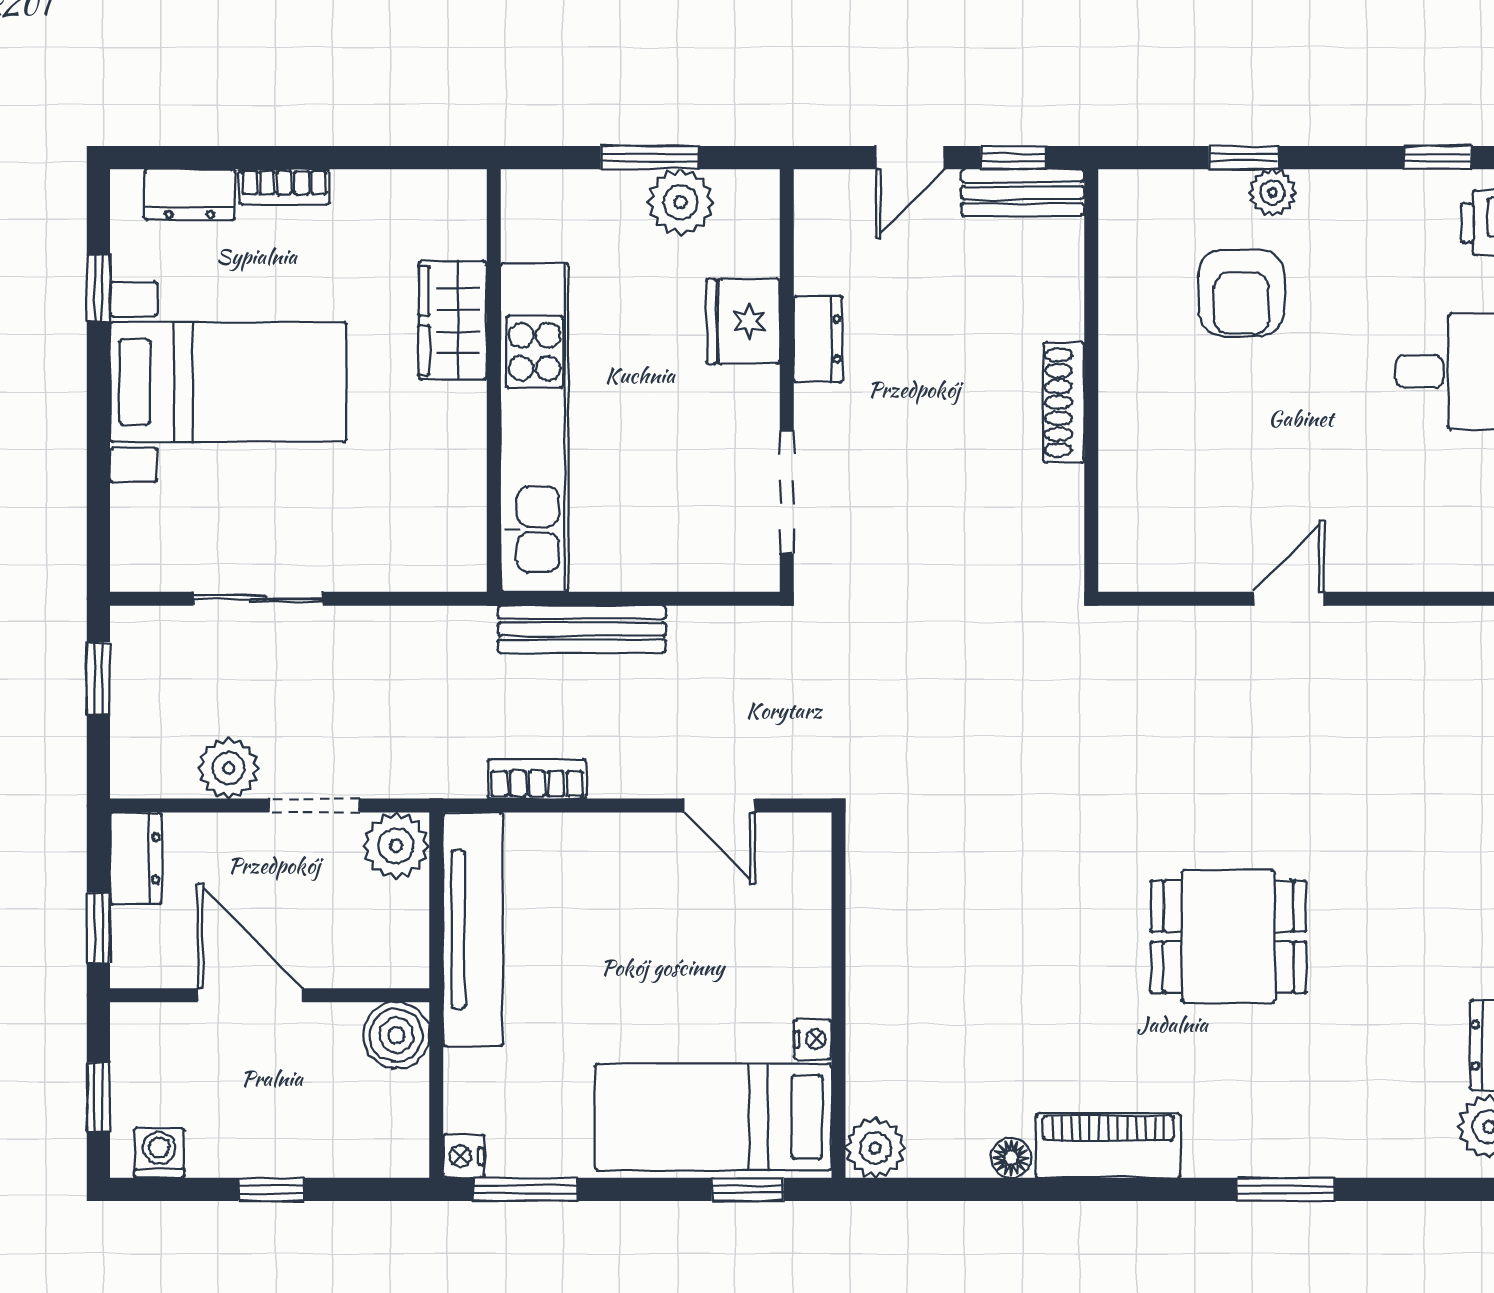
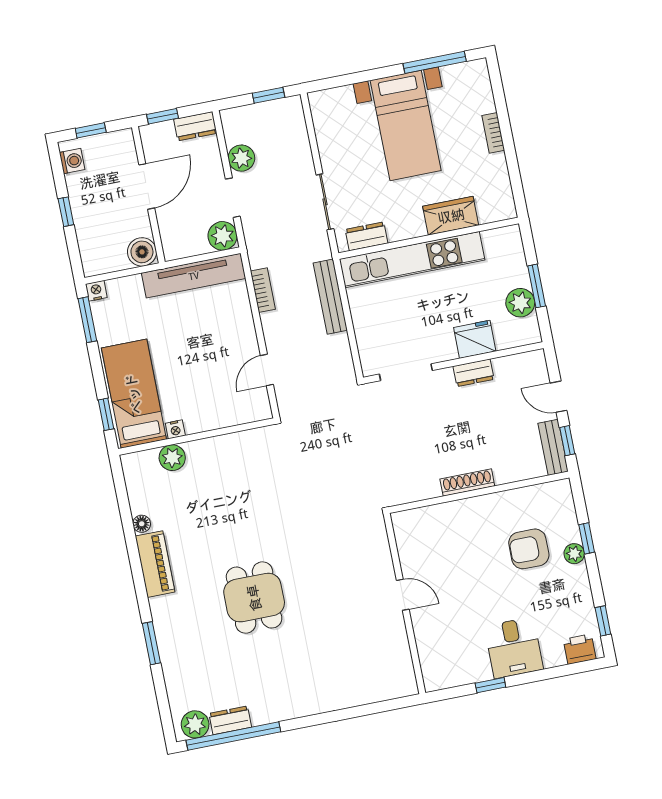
dresser: (190, 194) -> (367, 236), moved, turned 90
window: (98, 288) -> (435, 62), width x2.17
sliding door: (258, 599) -> (325, 202), moved
plant: (875, 1148) -> (172, 458), moved

